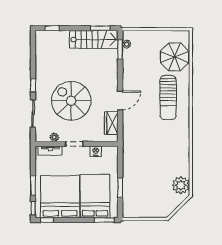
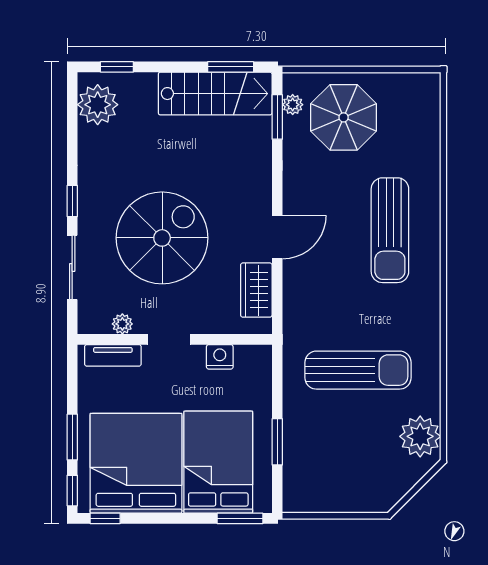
plant: (44, 44) -> (98, 105), added
parasol: (175, 57) -> (344, 117), moved
spiral stairs: (71, 101) -> (162, 238), turned 90
sun lounger: (154, 157) -> (358, 370), added

